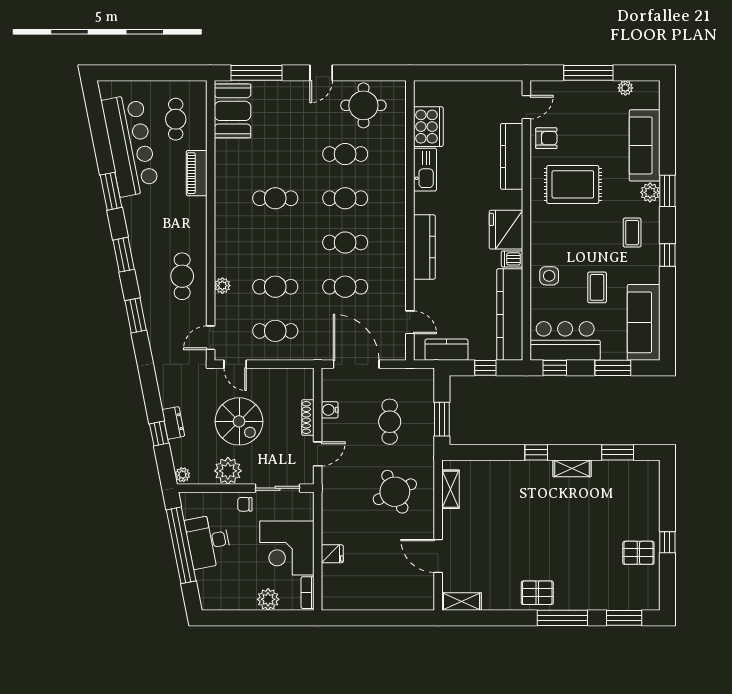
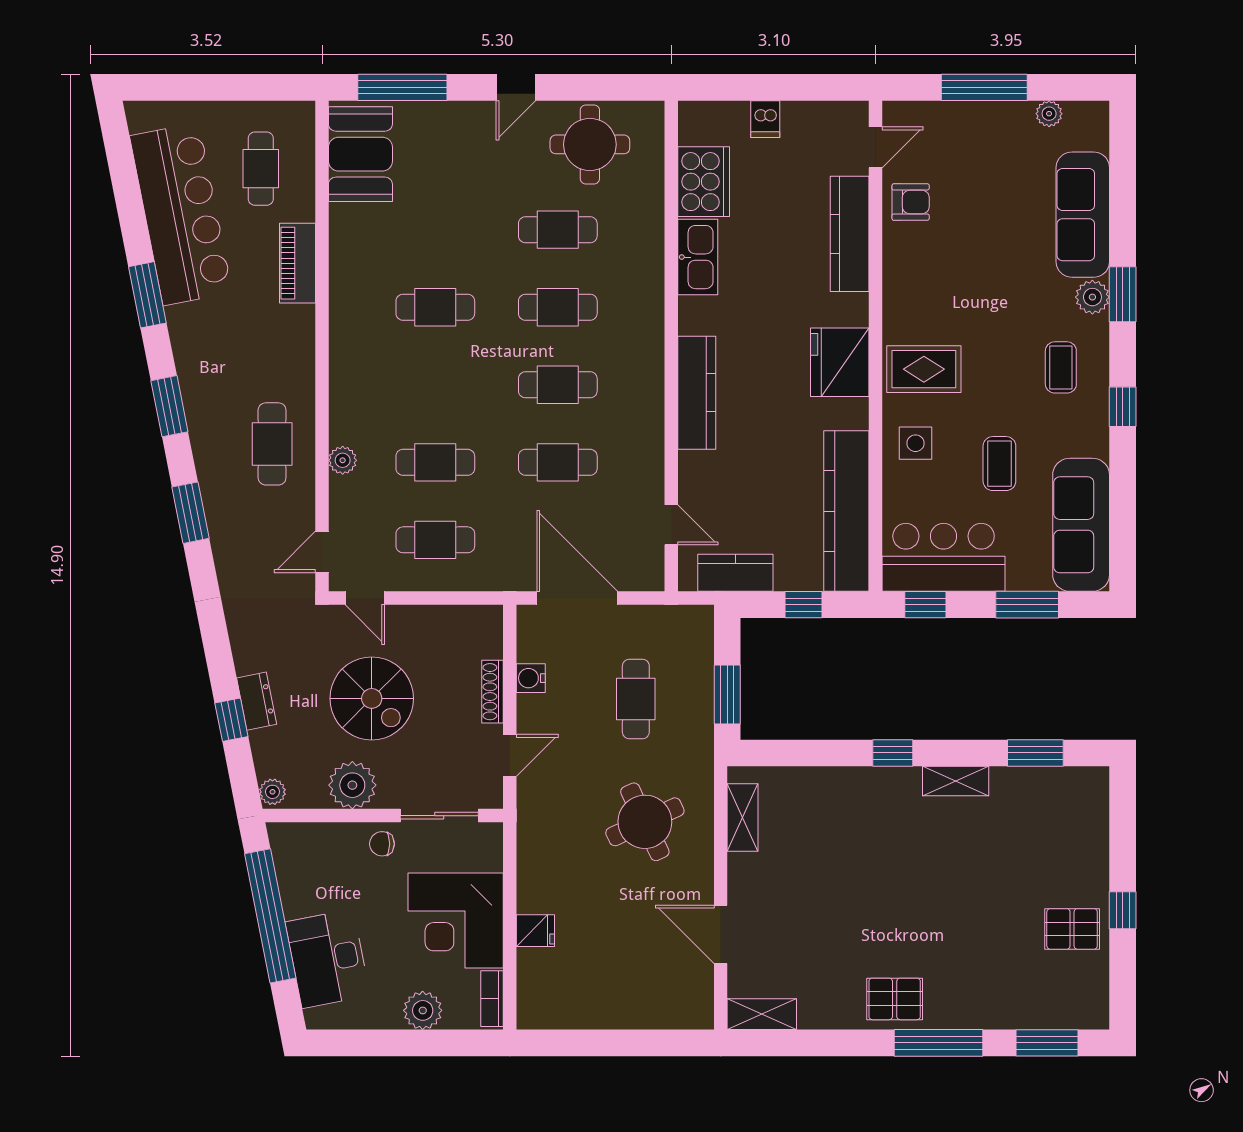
rug: (573, 184) -> (924, 369), moved, width x0.73, depth x0.70
dishwasher: (512, 259) -> (765, 119), moved, turned -90
desk: (208, 541) -> (328, 959), moved

